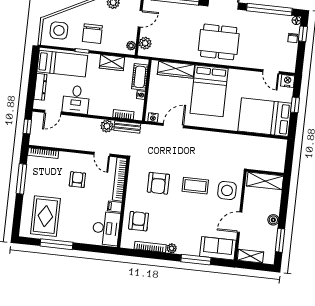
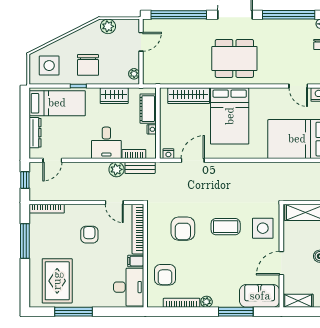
plant: (145, 43) -> (150, 69), removed
desk: (76, 100) -> (106, 143), moved
armchair: (139, 221) -> (165, 275), turned 180

